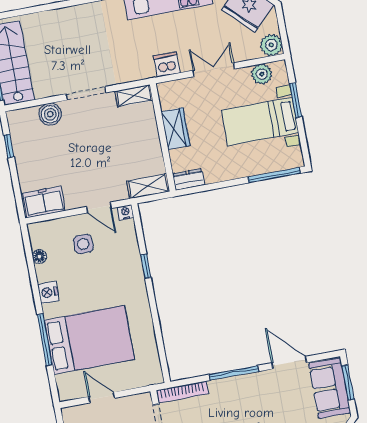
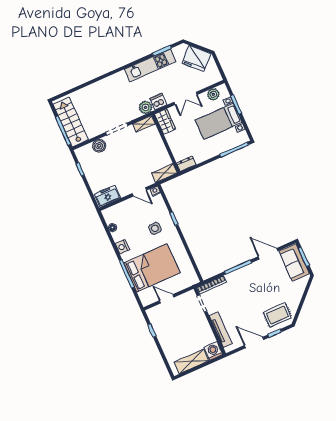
plant: (271, 45) -> (146, 107), moved
double door: (214, 70) -> (186, 98), swing flipped
wardrobe: (175, 129) -> (165, 122), moved
side table: (83, 244) -> (155, 228), moved

